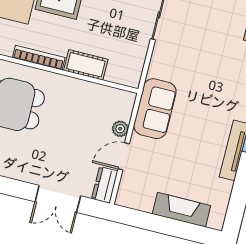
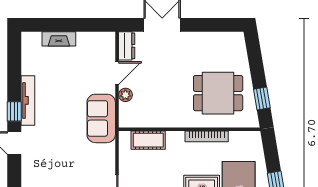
cot: (86, 65) -> (148, 140), moved
fireplace: (181, 210) -> (59, 39), width x0.73, depth x0.76

